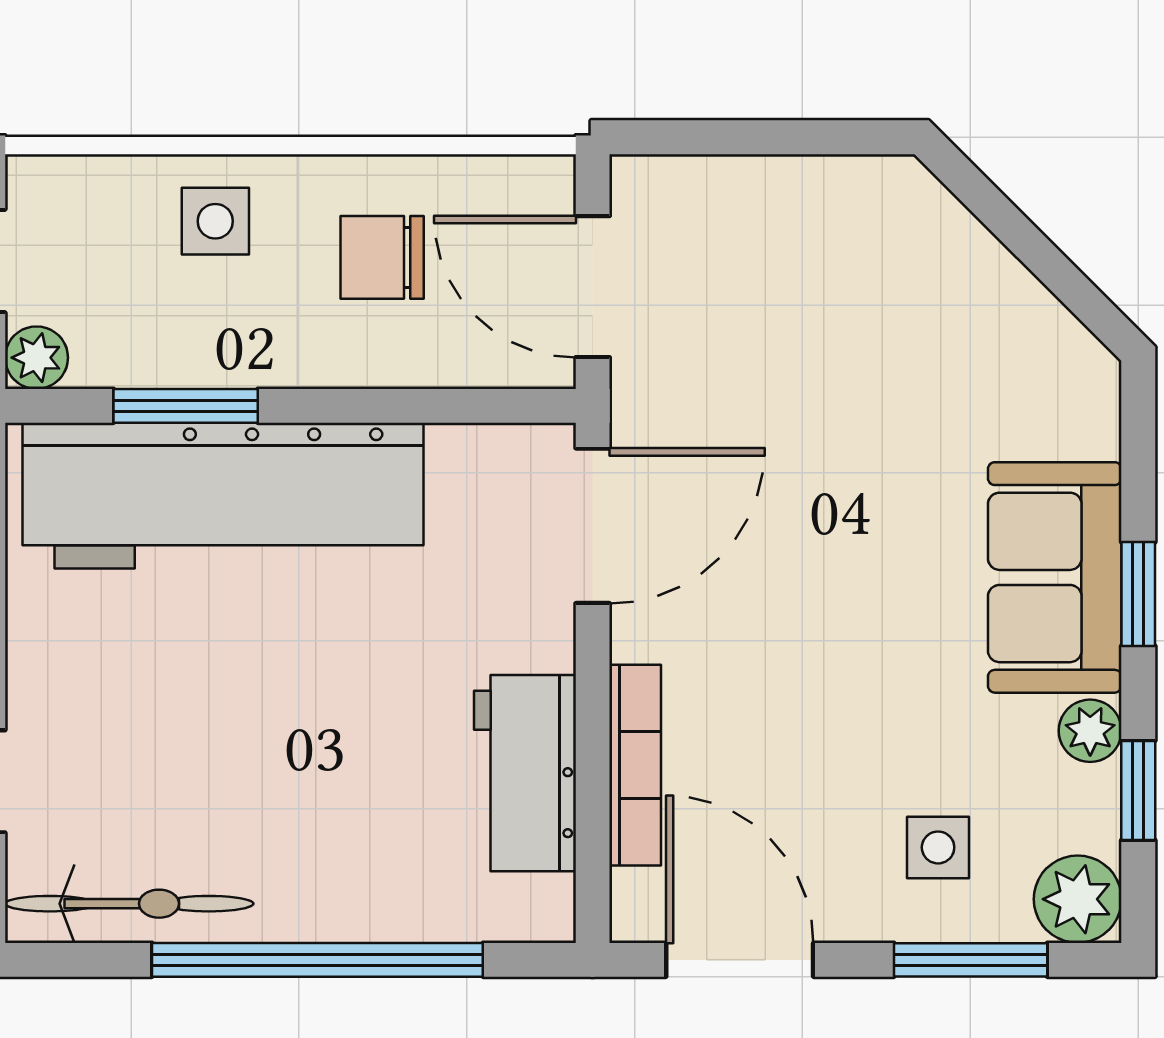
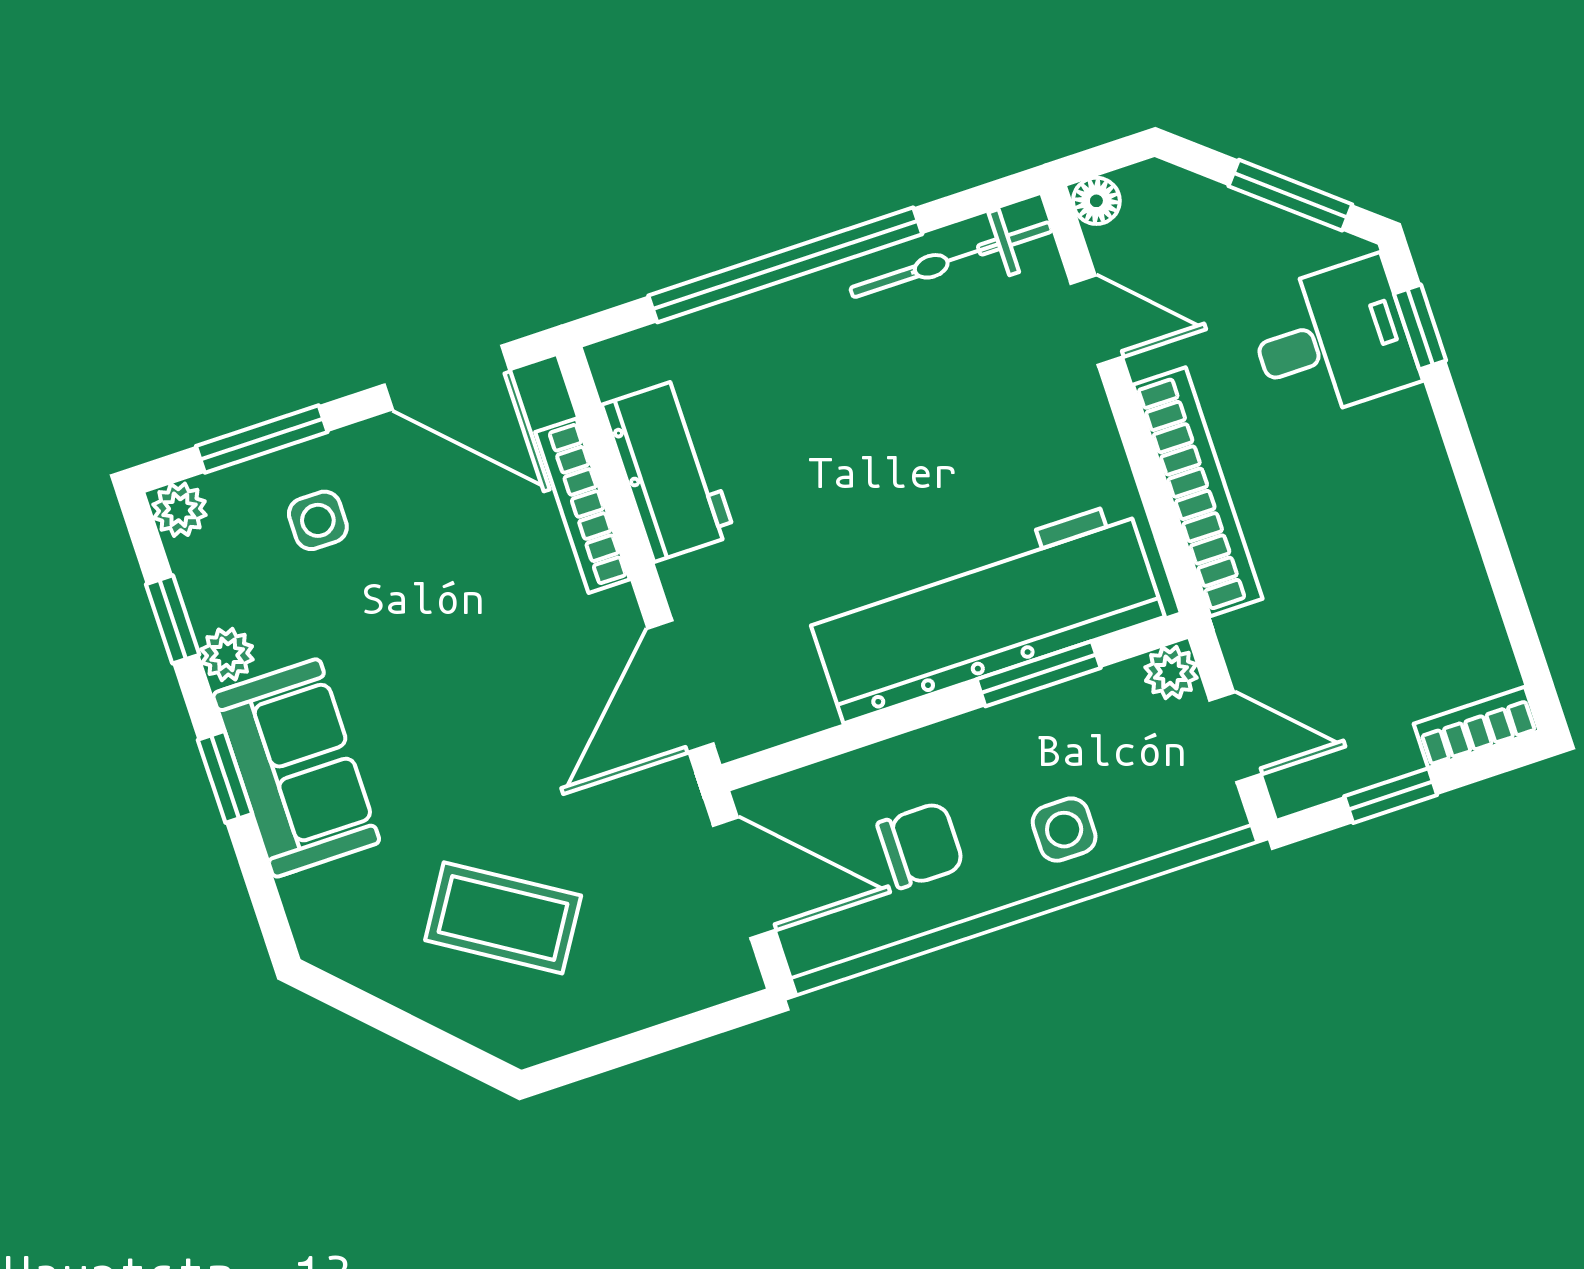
coffee table: (879, 332) -> (503, 918), added
plant: (1078, 899) -> (179, 510), width x0.73, depth x0.73

